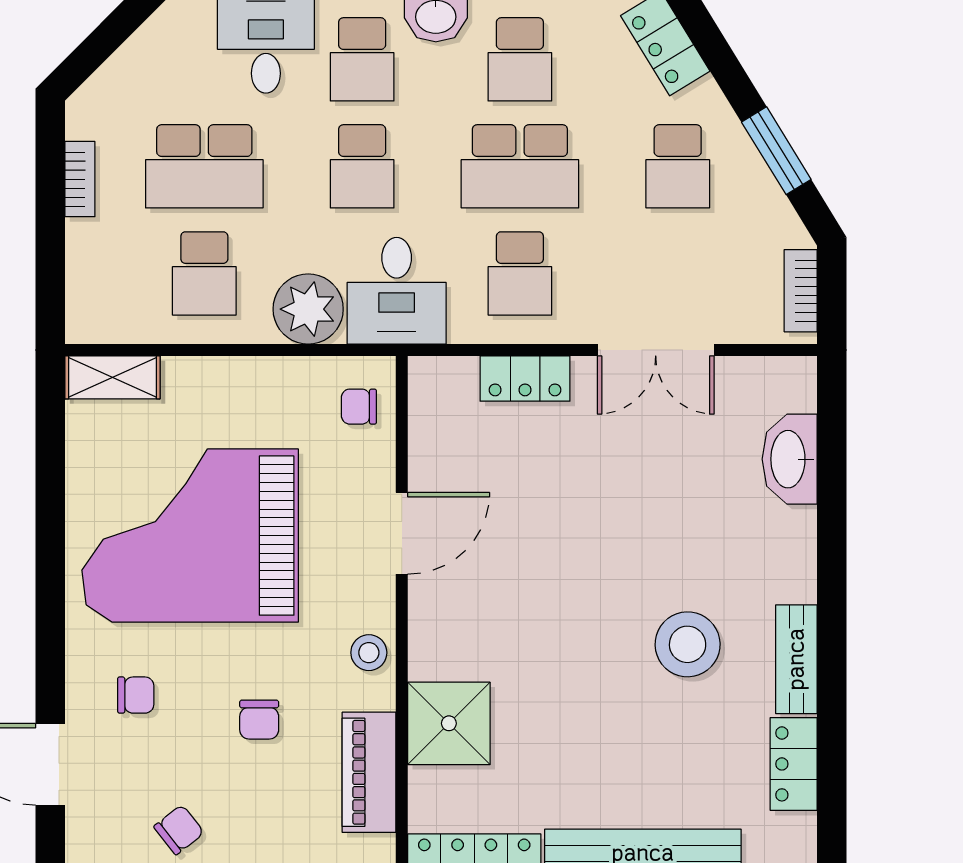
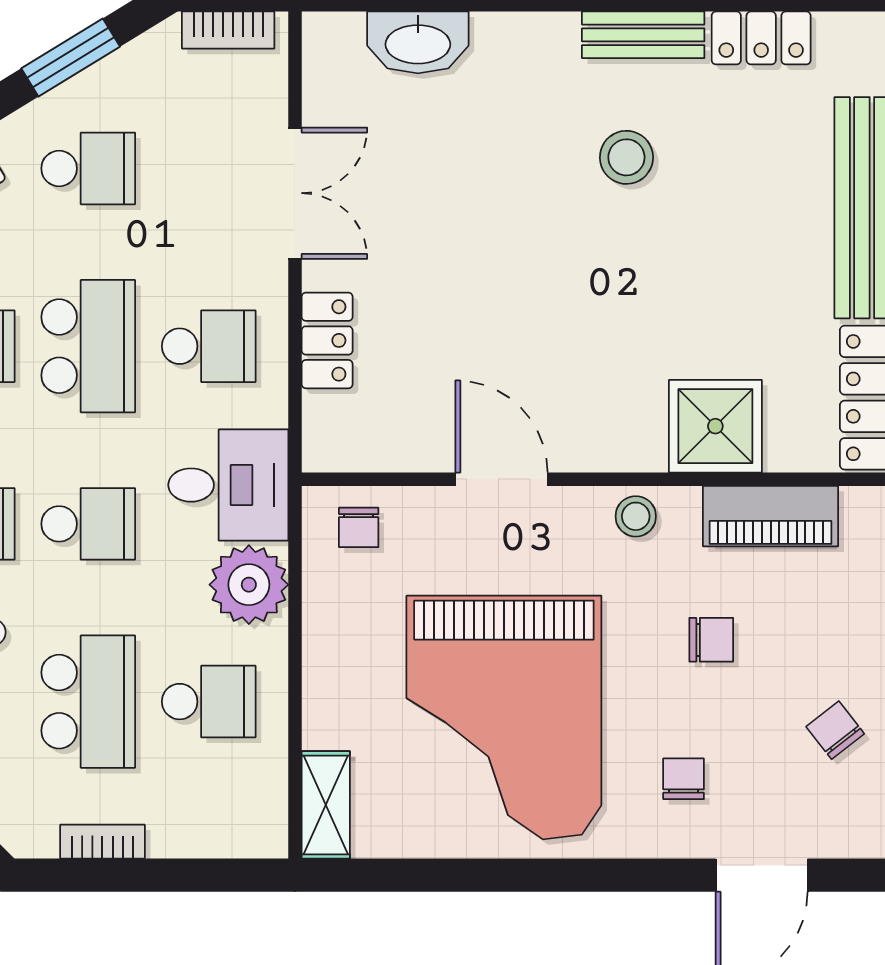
stool: (688, 644) -> (626, 157), width x0.73, depth x0.73

